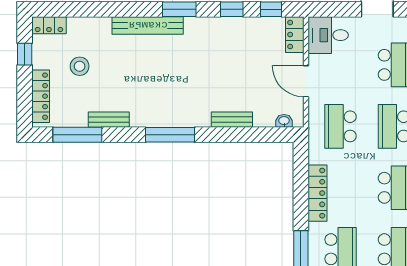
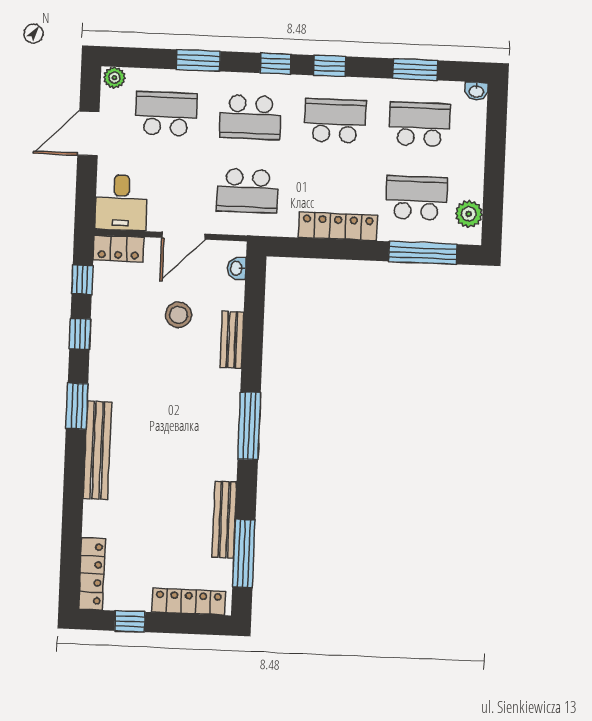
locker: (49, 25) -> (92, 574), width x1.53
stool: (80, 66) -> (178, 315), moved
bench: (109, 120) -> (224, 520), width x1.36

